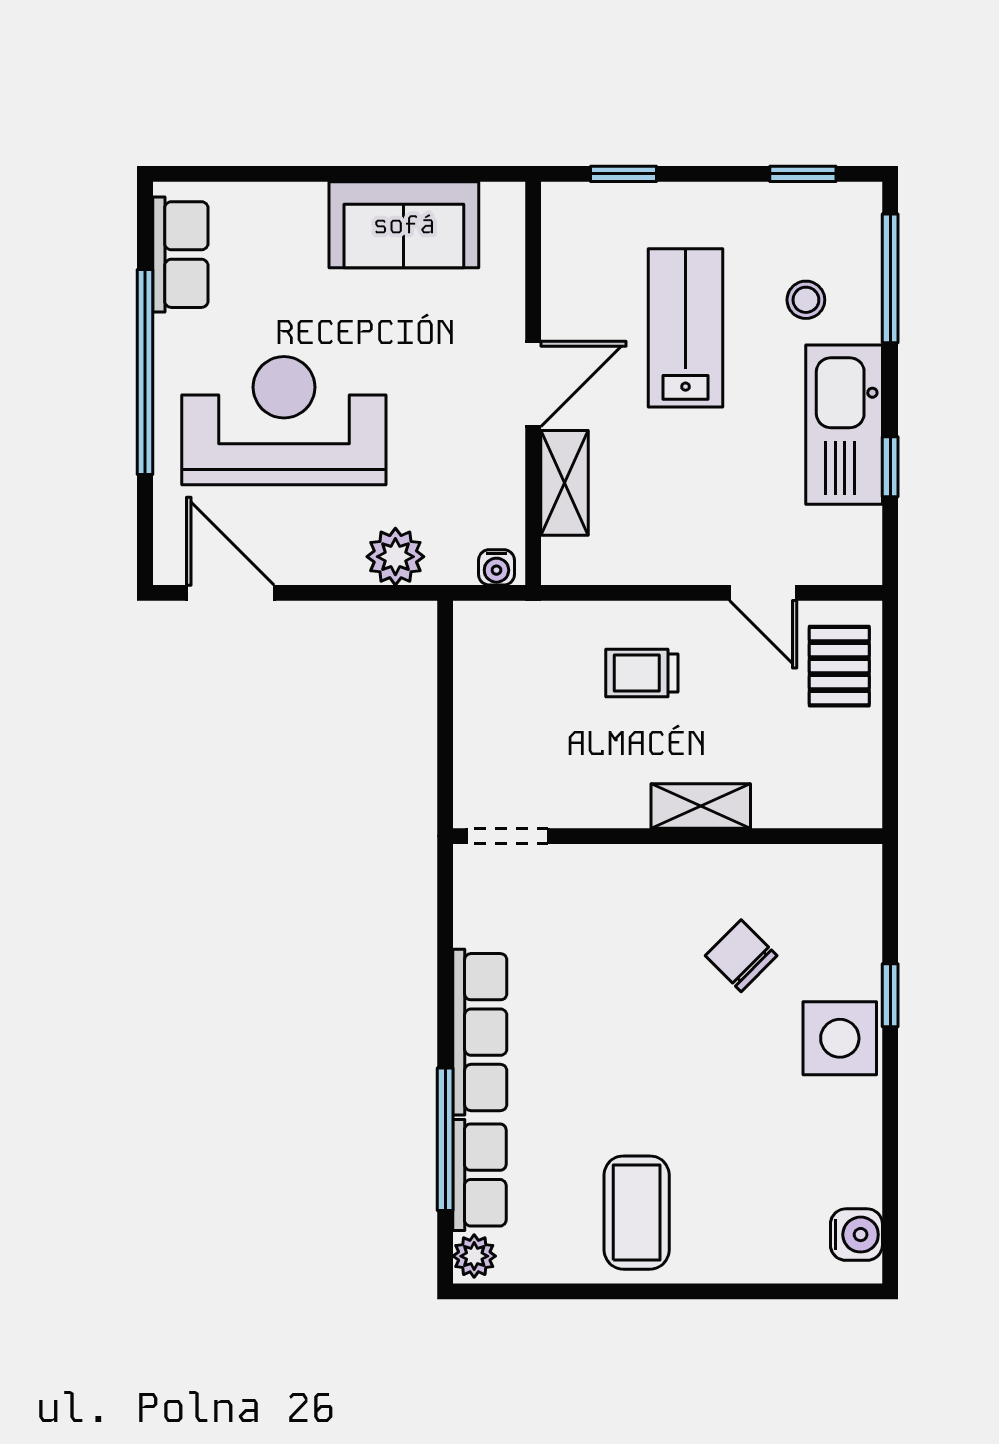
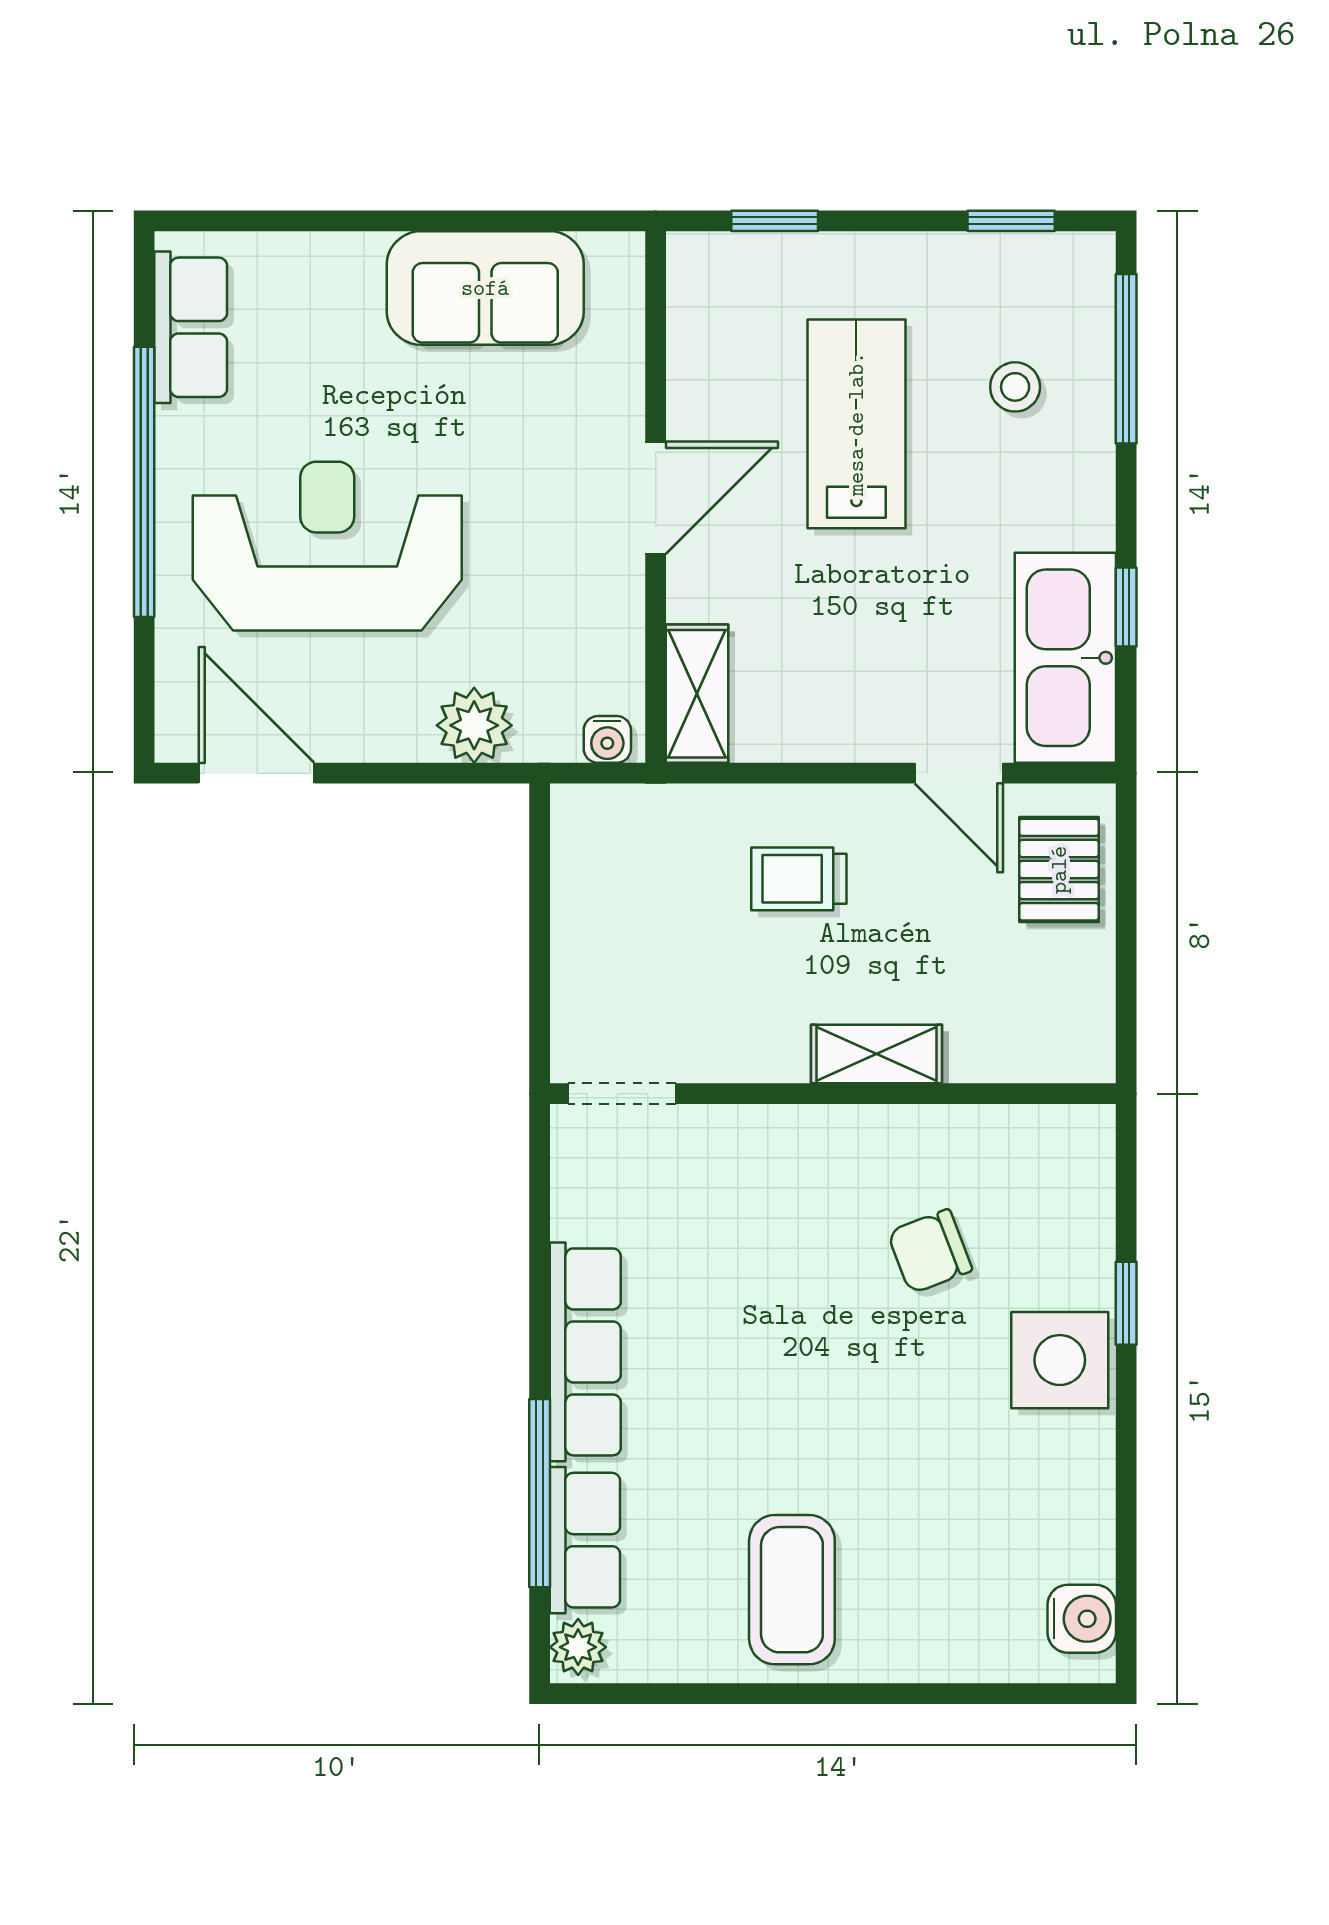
kitchen sink: (844, 425) -> (1065, 658), moved
shelving: (564, 483) -> (697, 694), moved
chair: (741, 956) -> (930, 1251), turned -66

